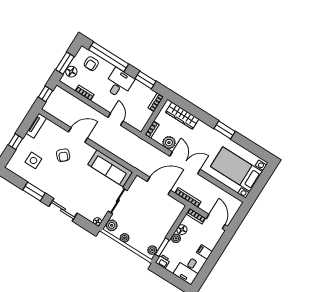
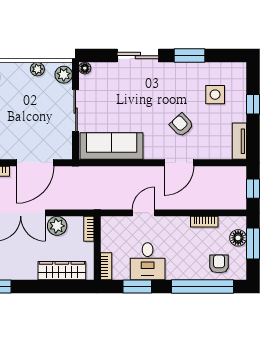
desk: (119, 83) -> (148, 261), moved
door: (116, 119) -> (144, 213), swing flipped

